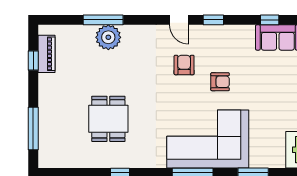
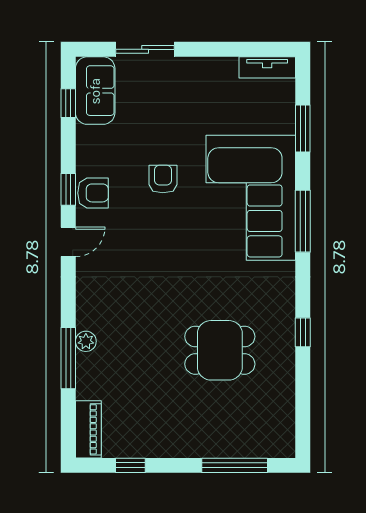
plant: (108, 37) -> (86, 341), width x0.53, depth x0.53
piano: (46, 54) -> (88, 429), moved, turned 90
armchair: (184, 65) -> (93, 193), moved, turned 180

